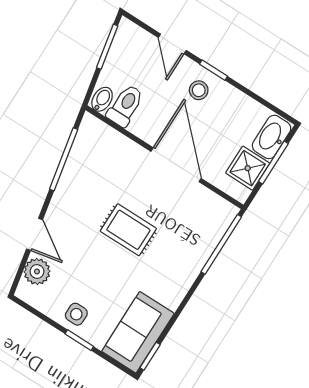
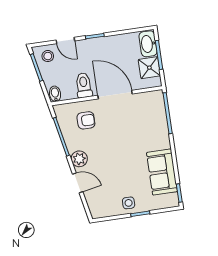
stool: (199, 90) -> (48, 56), moved
toilet: (125, 106) -> (84, 85), moved
armchair: (112, 166) -> (86, 120), added
rug: (128, 230) -> (119, 143), removed
plant: (37, 271) -> (79, 159), moved
sofa: (138, 332) -> (162, 172), moved

